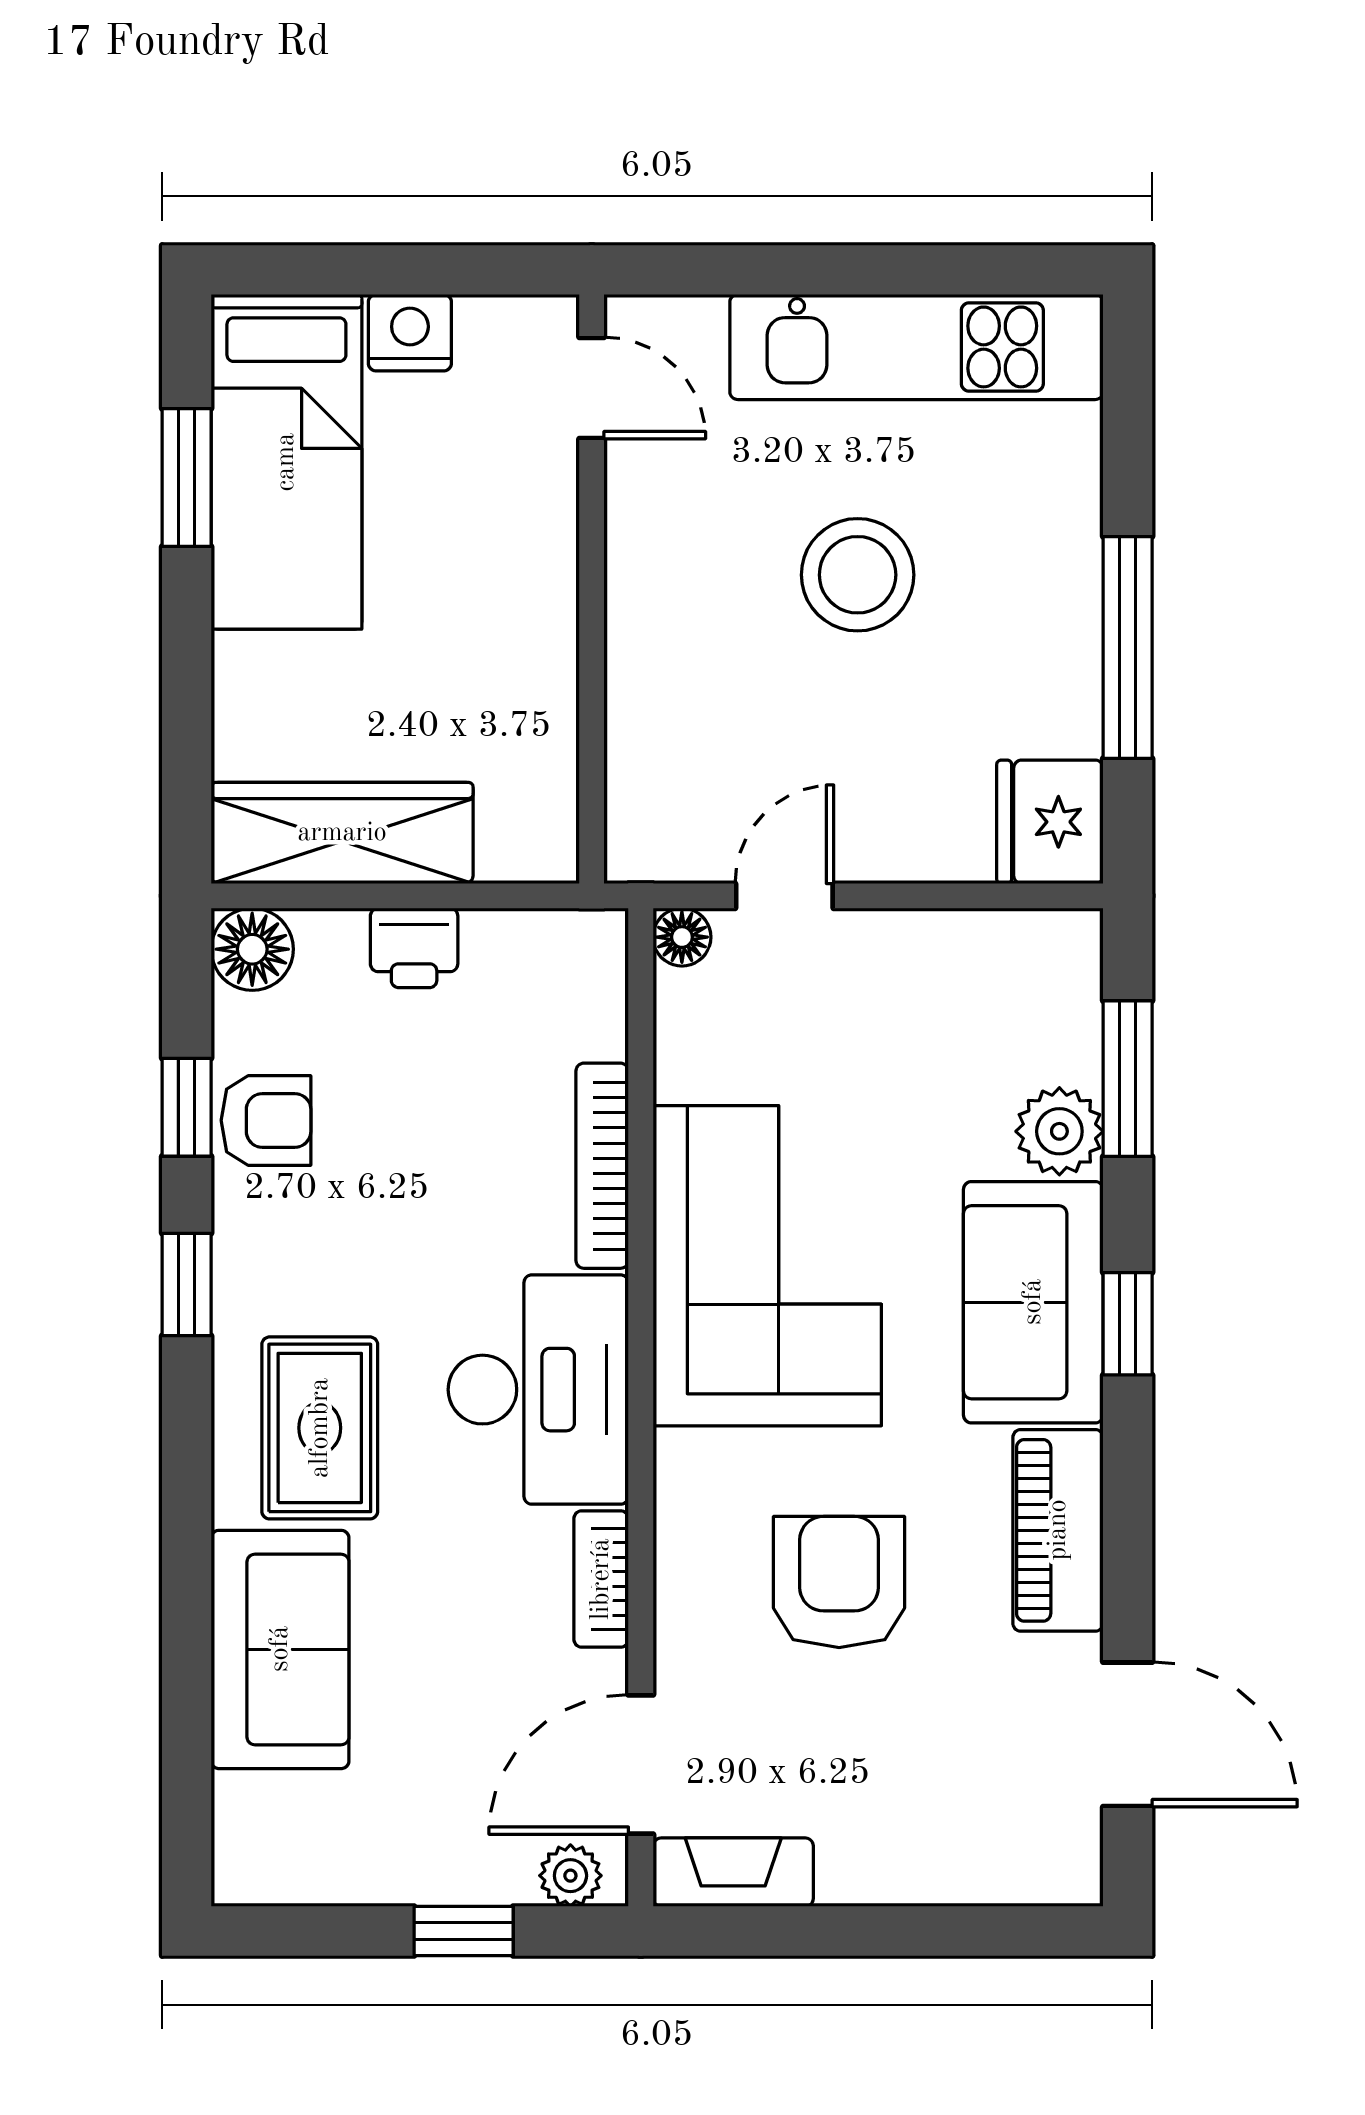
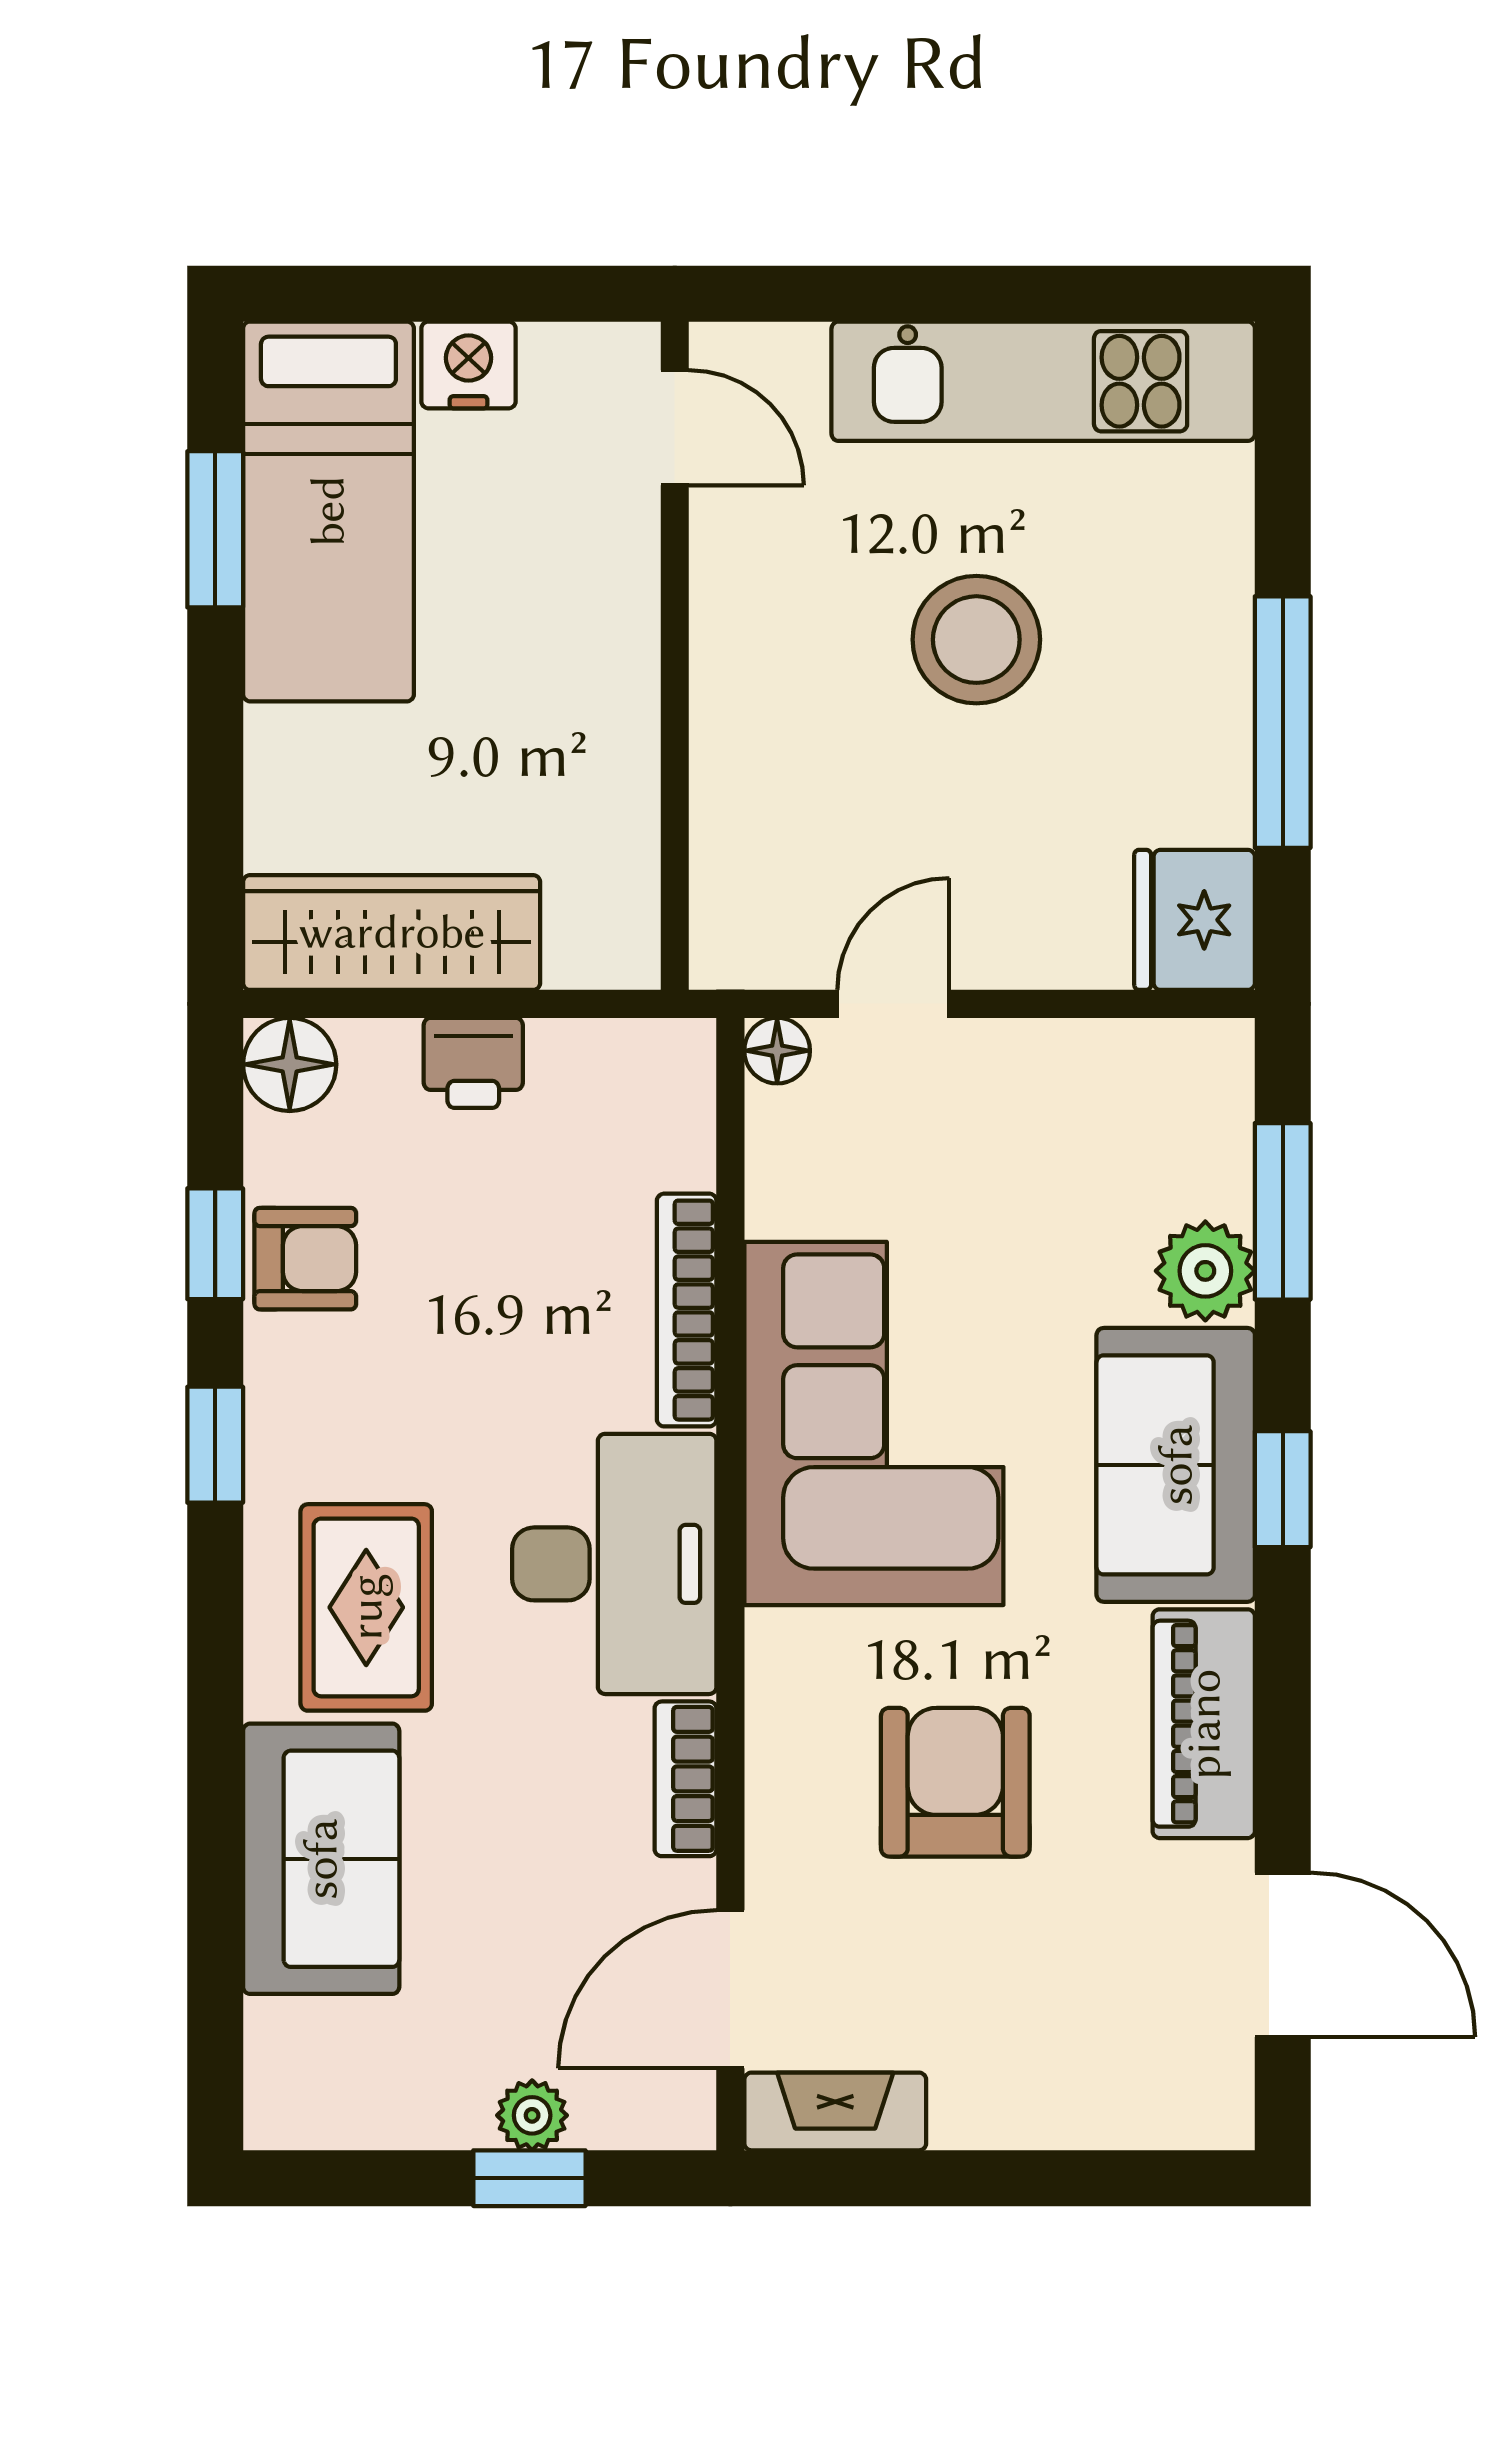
plant: (570, 1876) -> (532, 2115), moved

